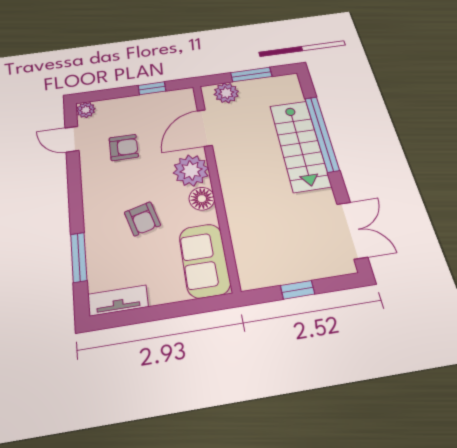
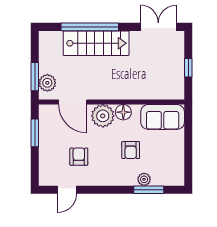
window: (251, 75) -> (35, 77), moved
window: (152, 88) -> (35, 133), width x1.50
plant: (86, 110) -> (144, 179), moved
armchair: (142, 219) -> (131, 150), turned 105
tv unit: (118, 301) -> (178, 169), removed

